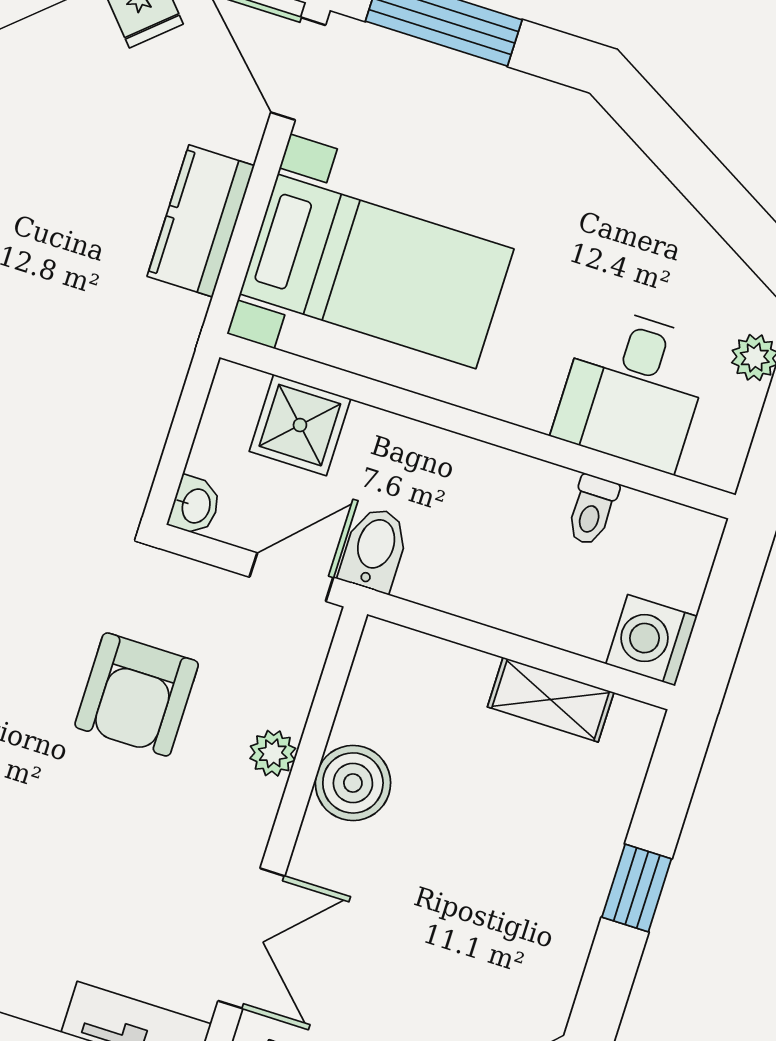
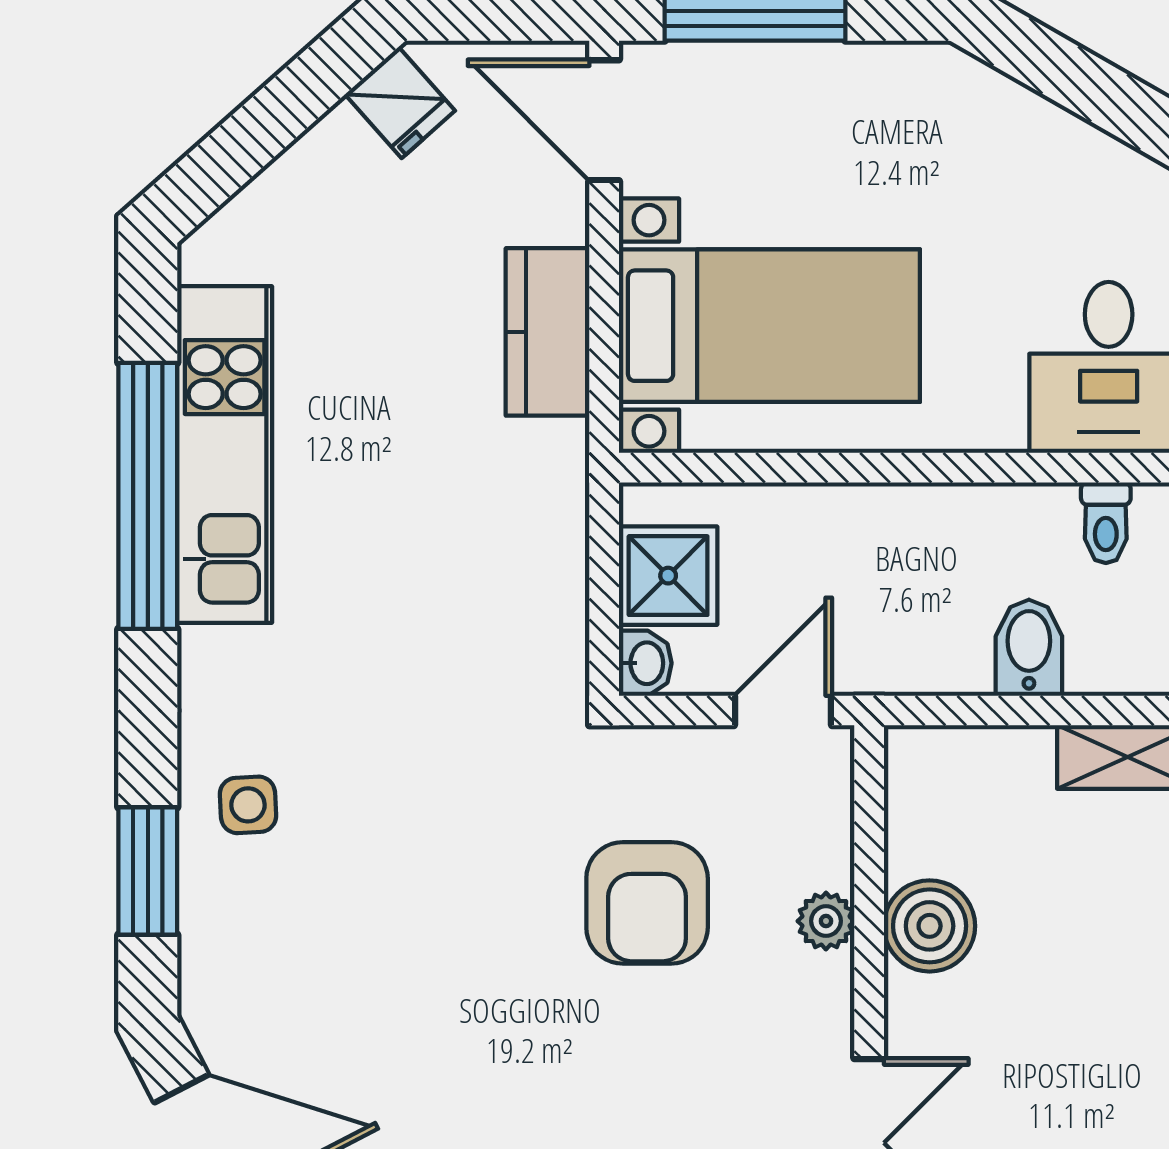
shower: (300, 425) -> (668, 576), moved
bidet: (374, 549) -> (1029, 648), moved

